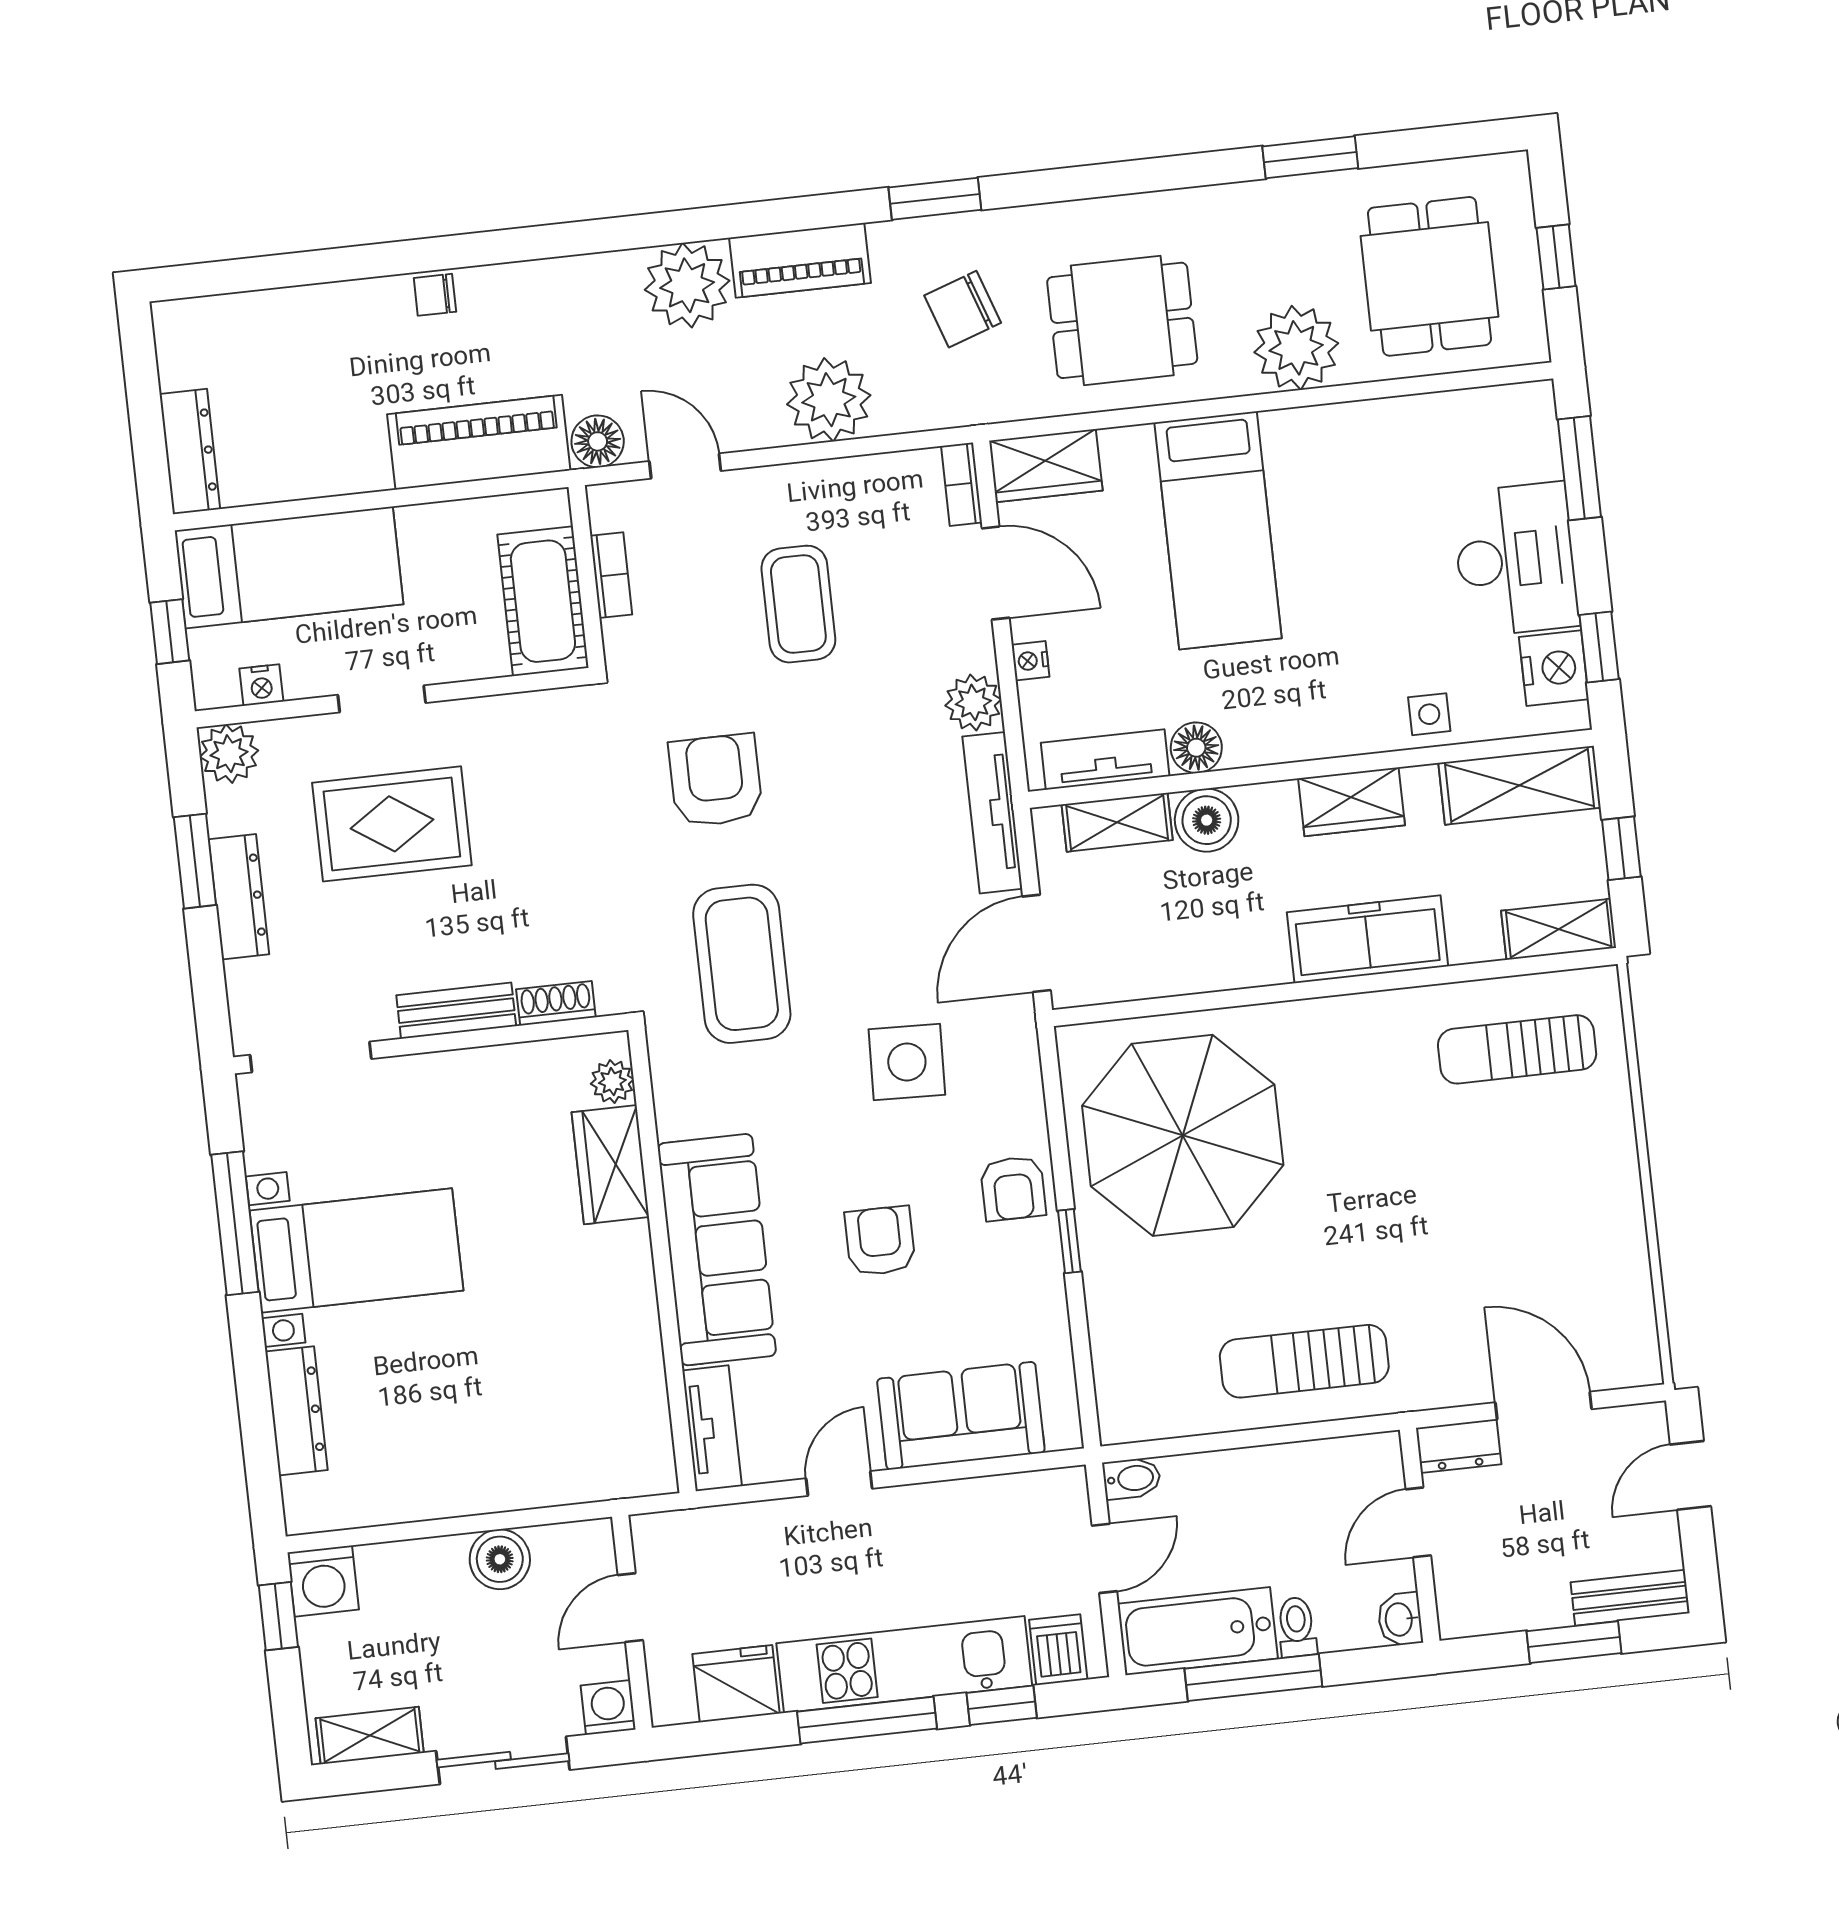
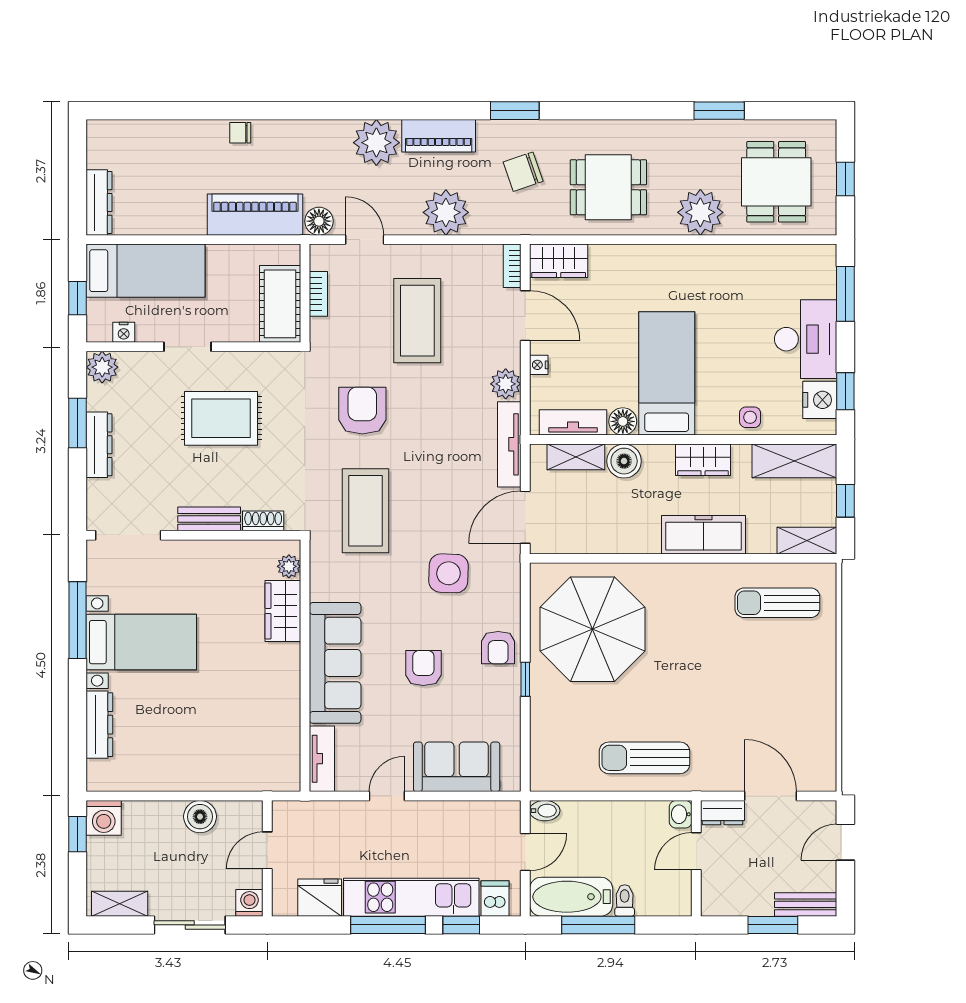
bed: (1218, 530) -> (667, 373), moved, turned 180
coffee table: (798, 604) -> (417, 321), width x1.36, depth x1.32
rug: (392, 824) -> (221, 418), moved
washbasin: (1400, 1619) -> (681, 814), moved

